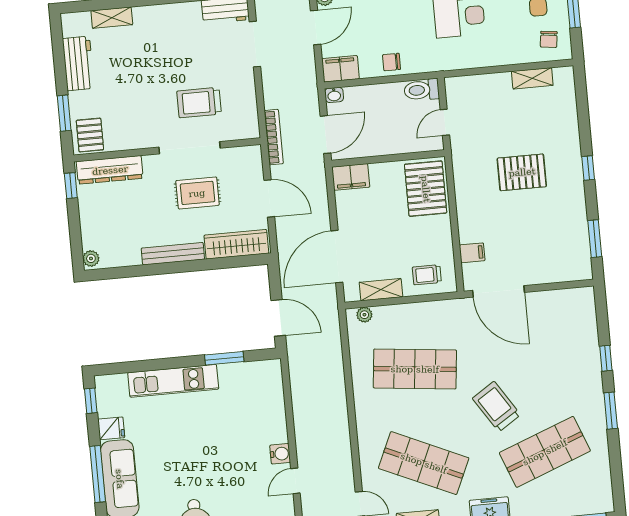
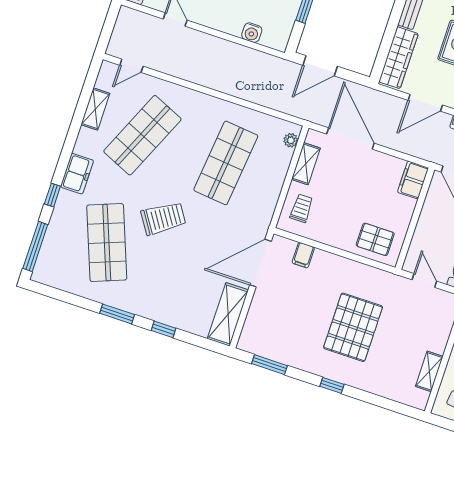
pallet: (522, 172) -> (353, 327), width x1.37, depth x1.41
pallet: (426, 189) -> (375, 239), width x0.67, depth x0.71
shelving: (563, 301) -> (228, 314), added
water cooler: (280, 454) -> (252, 33), moved

